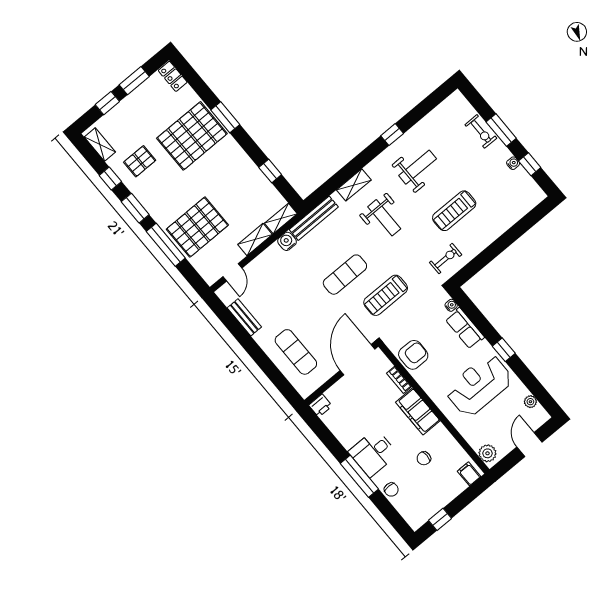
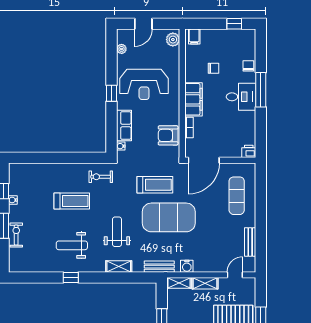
bench: (314, 218) -> (159, 267), width x0.73
exercise mat: (345, 275) -> (169, 217), width x2.00, depth x1.45

